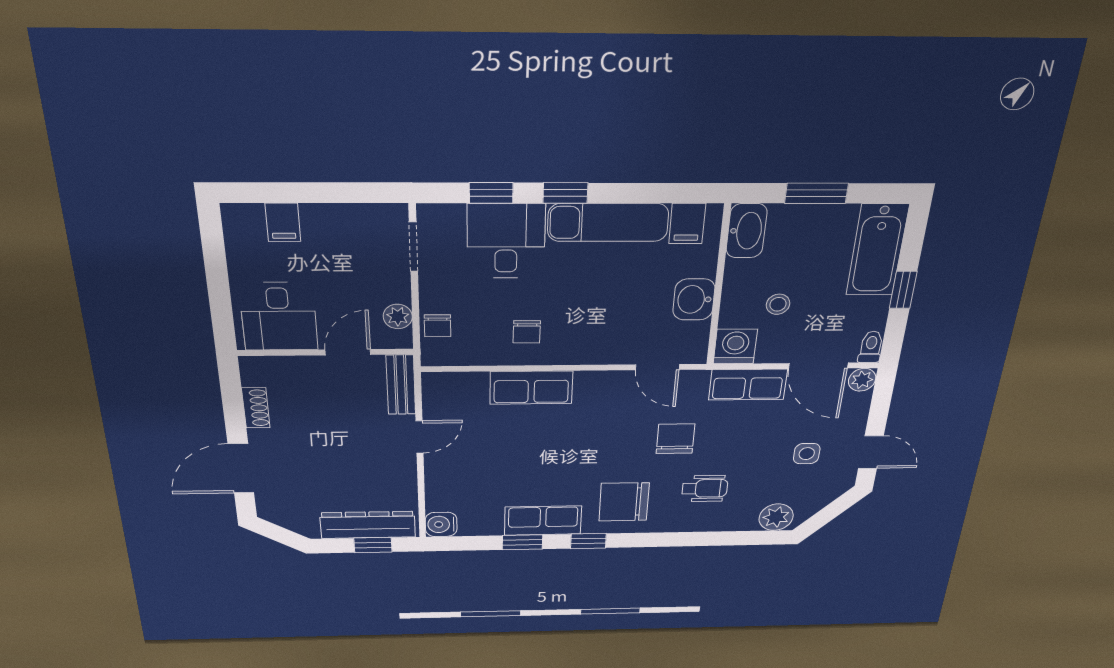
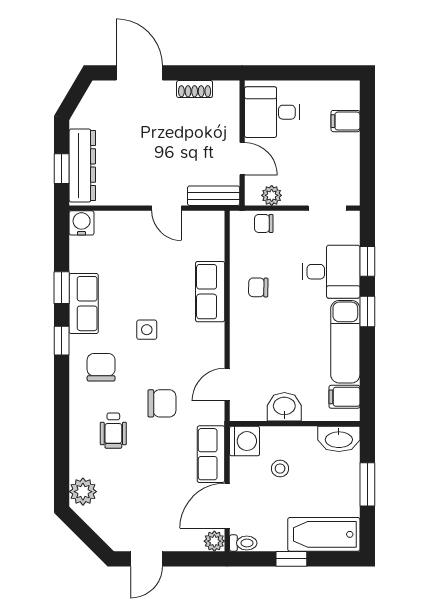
side table: (807, 454) -> (147, 330), moved
chair: (624, 502) -> (101, 367), width x0.73, depth x0.73

